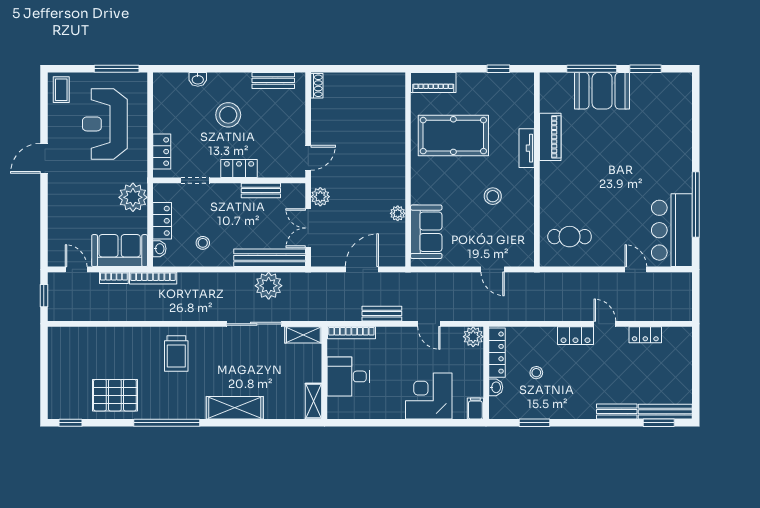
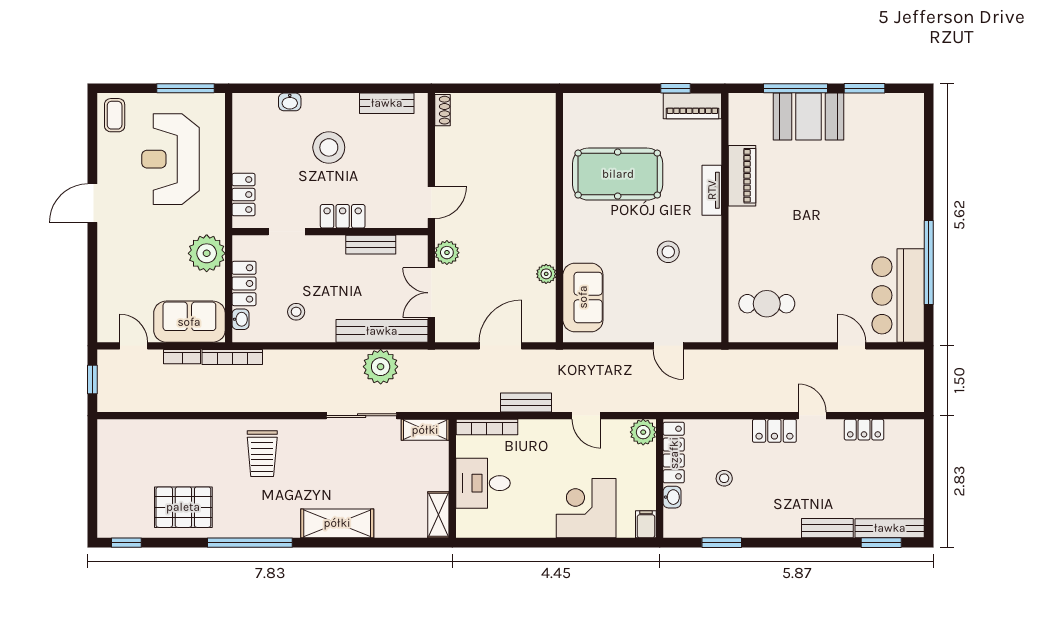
piano: (433, 82) -> (692, 106), moved

